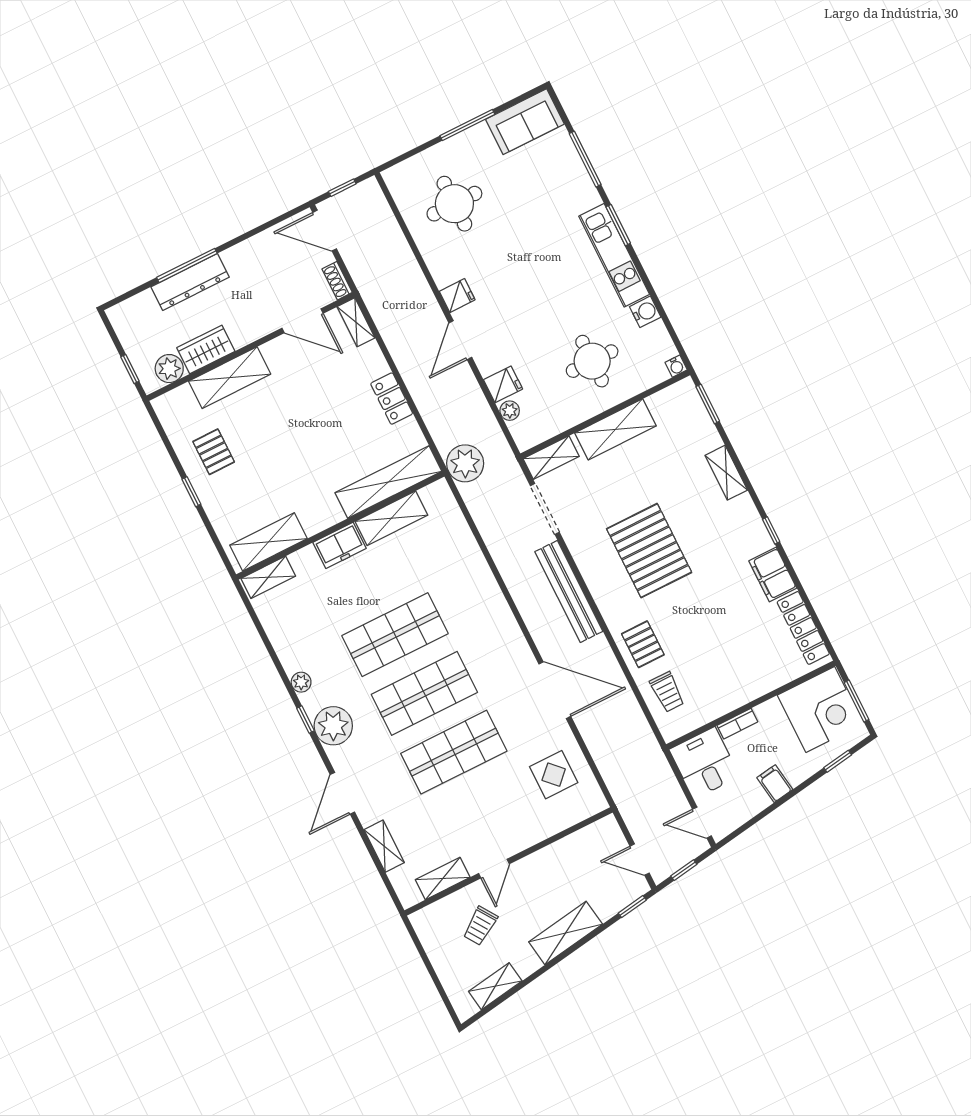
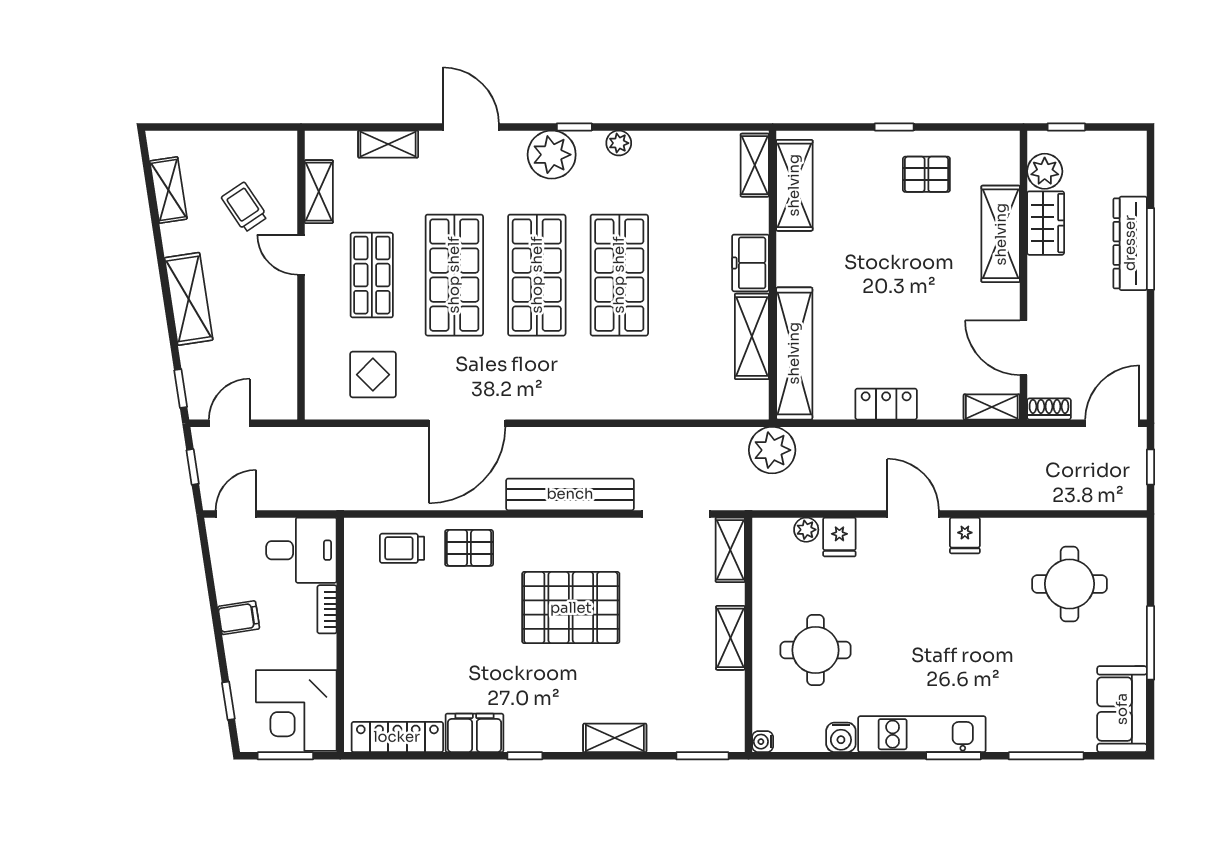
door: (303, 321) -> (1024, 348), hinge flipped
shelving: (615, 429) -> (730, 638), width x0.67, depth x0.75
shop shelf: (483, 811) -> (372, 275), added

